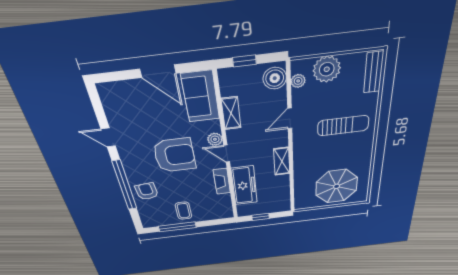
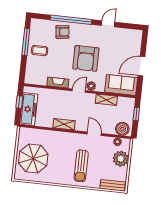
freezer: (244, 186) -> (29, 109), moved, turned -90

